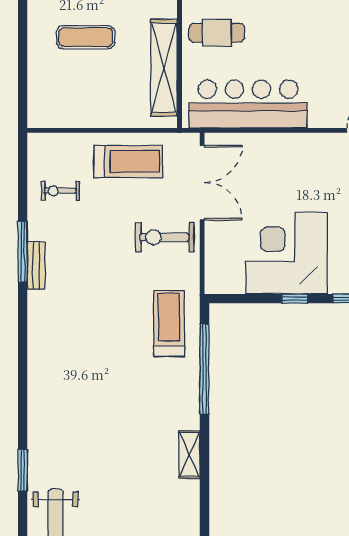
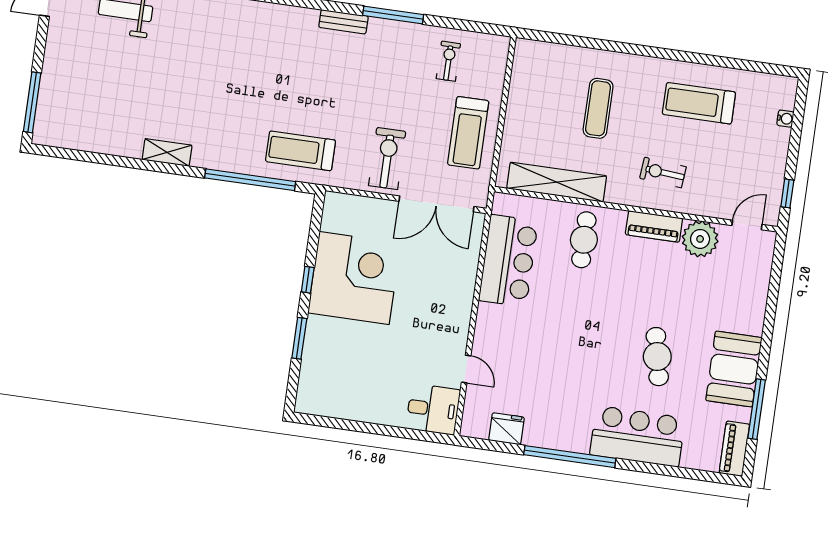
bar counter: (248, 104) -> (508, 261), width x0.73
bench: (36, 266) -> (343, 22), moved
treadmill: (169, 324) -> (301, 151), turned 180

